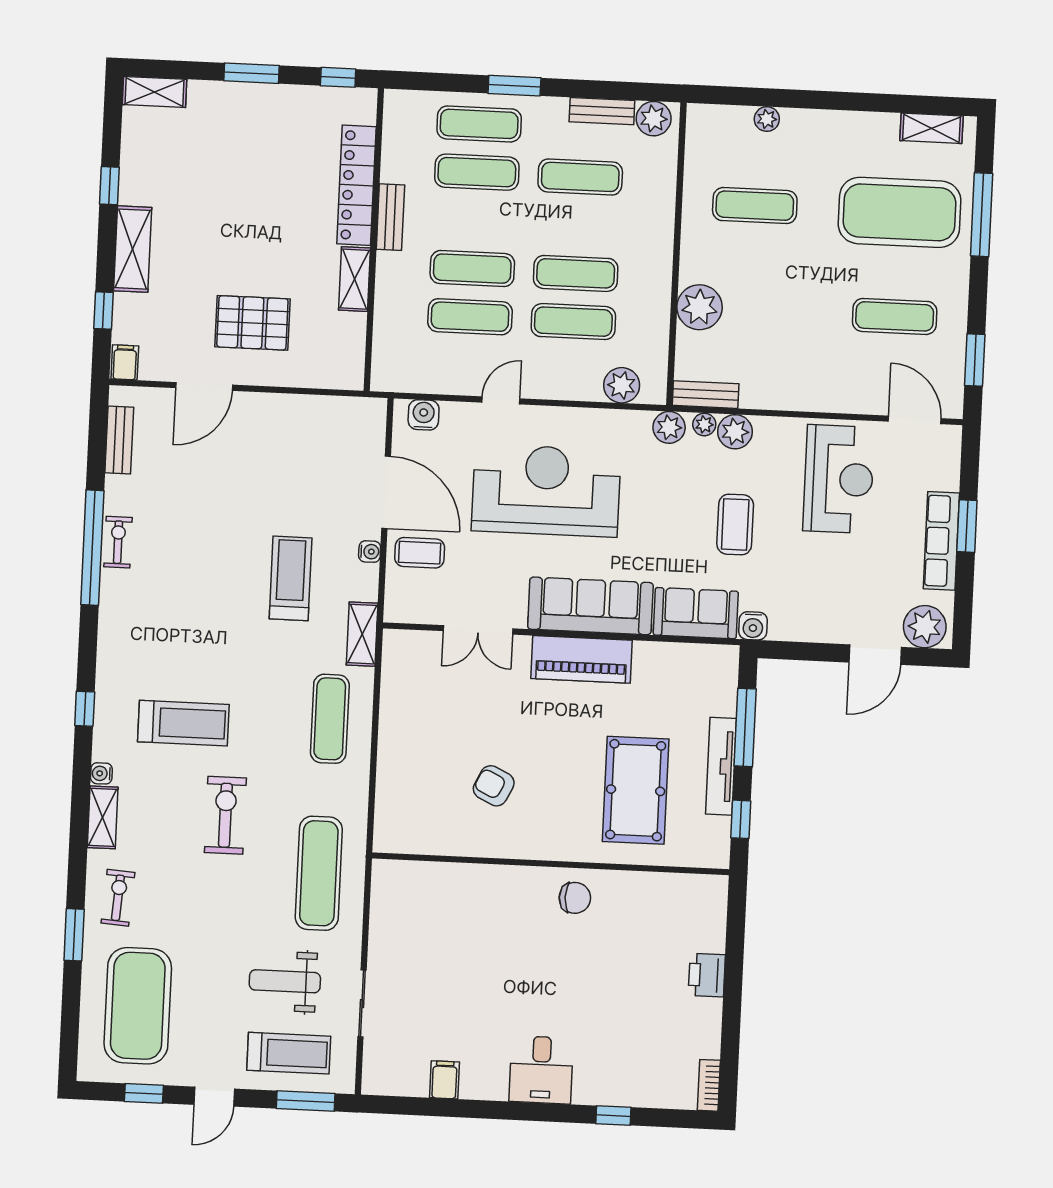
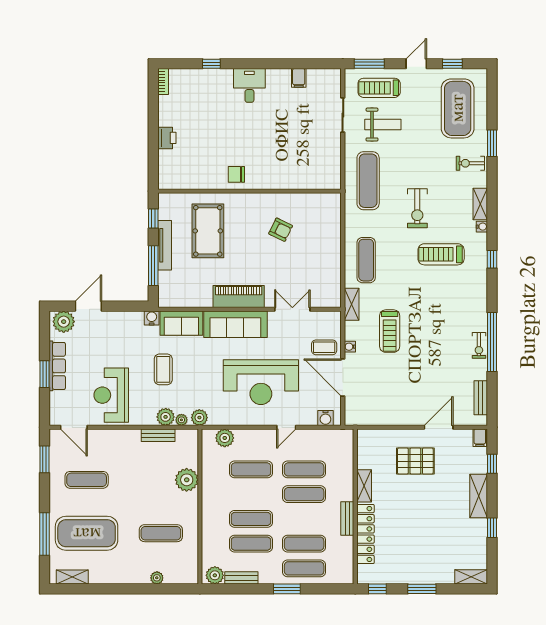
exercise mat: (576, 273) -> (251, 519), moved
bench: (706, 395) -> (158, 435), moved
exercise bike: (118, 898) -> (470, 163), turned 86

